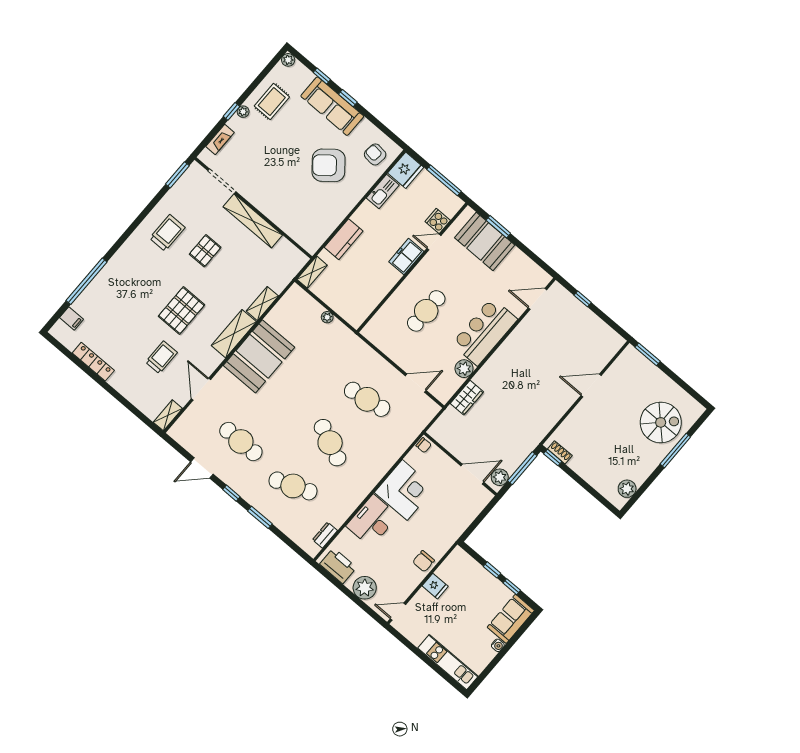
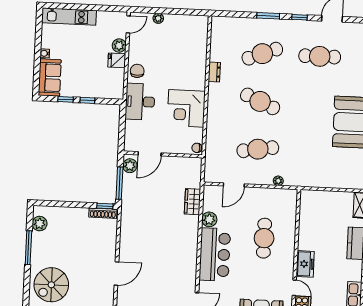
door: (434, 242) -> (294, 288), hinge flipped
plant: (327, 317) -> (278, 181), moved
window: (675, 451) -> (28, 248), moved
shoe rack: (560, 452) -> (103, 213), width x1.43
desk: (372, 521) -> (140, 102), moved, turned 180
dresser: (325, 535) -> (214, 72), moved
printer: (338, 566) -> (191, 24), removed
plant: (365, 588) -> (158, 18), width x0.53, depth x0.53
plant: (422, 598) -> (119, 46), added

